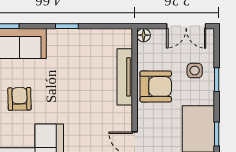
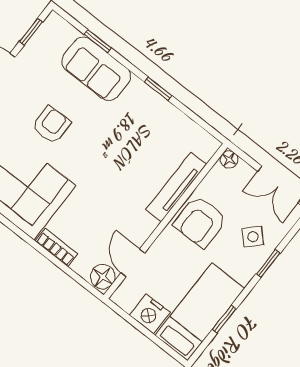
side table: (195, 71) -> (253, 237), turned 45
armchair: (156, 86) -> (200, 222), turned 90

